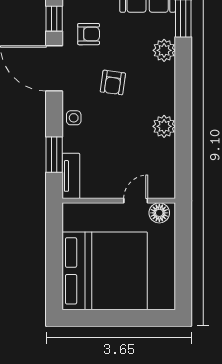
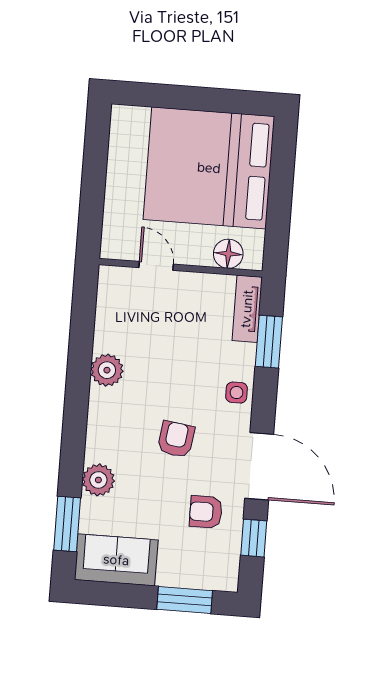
door: (136, 201) -> (156, 266), swing flipped
floor lamp: (159, 213) -> (228, 254), moved

